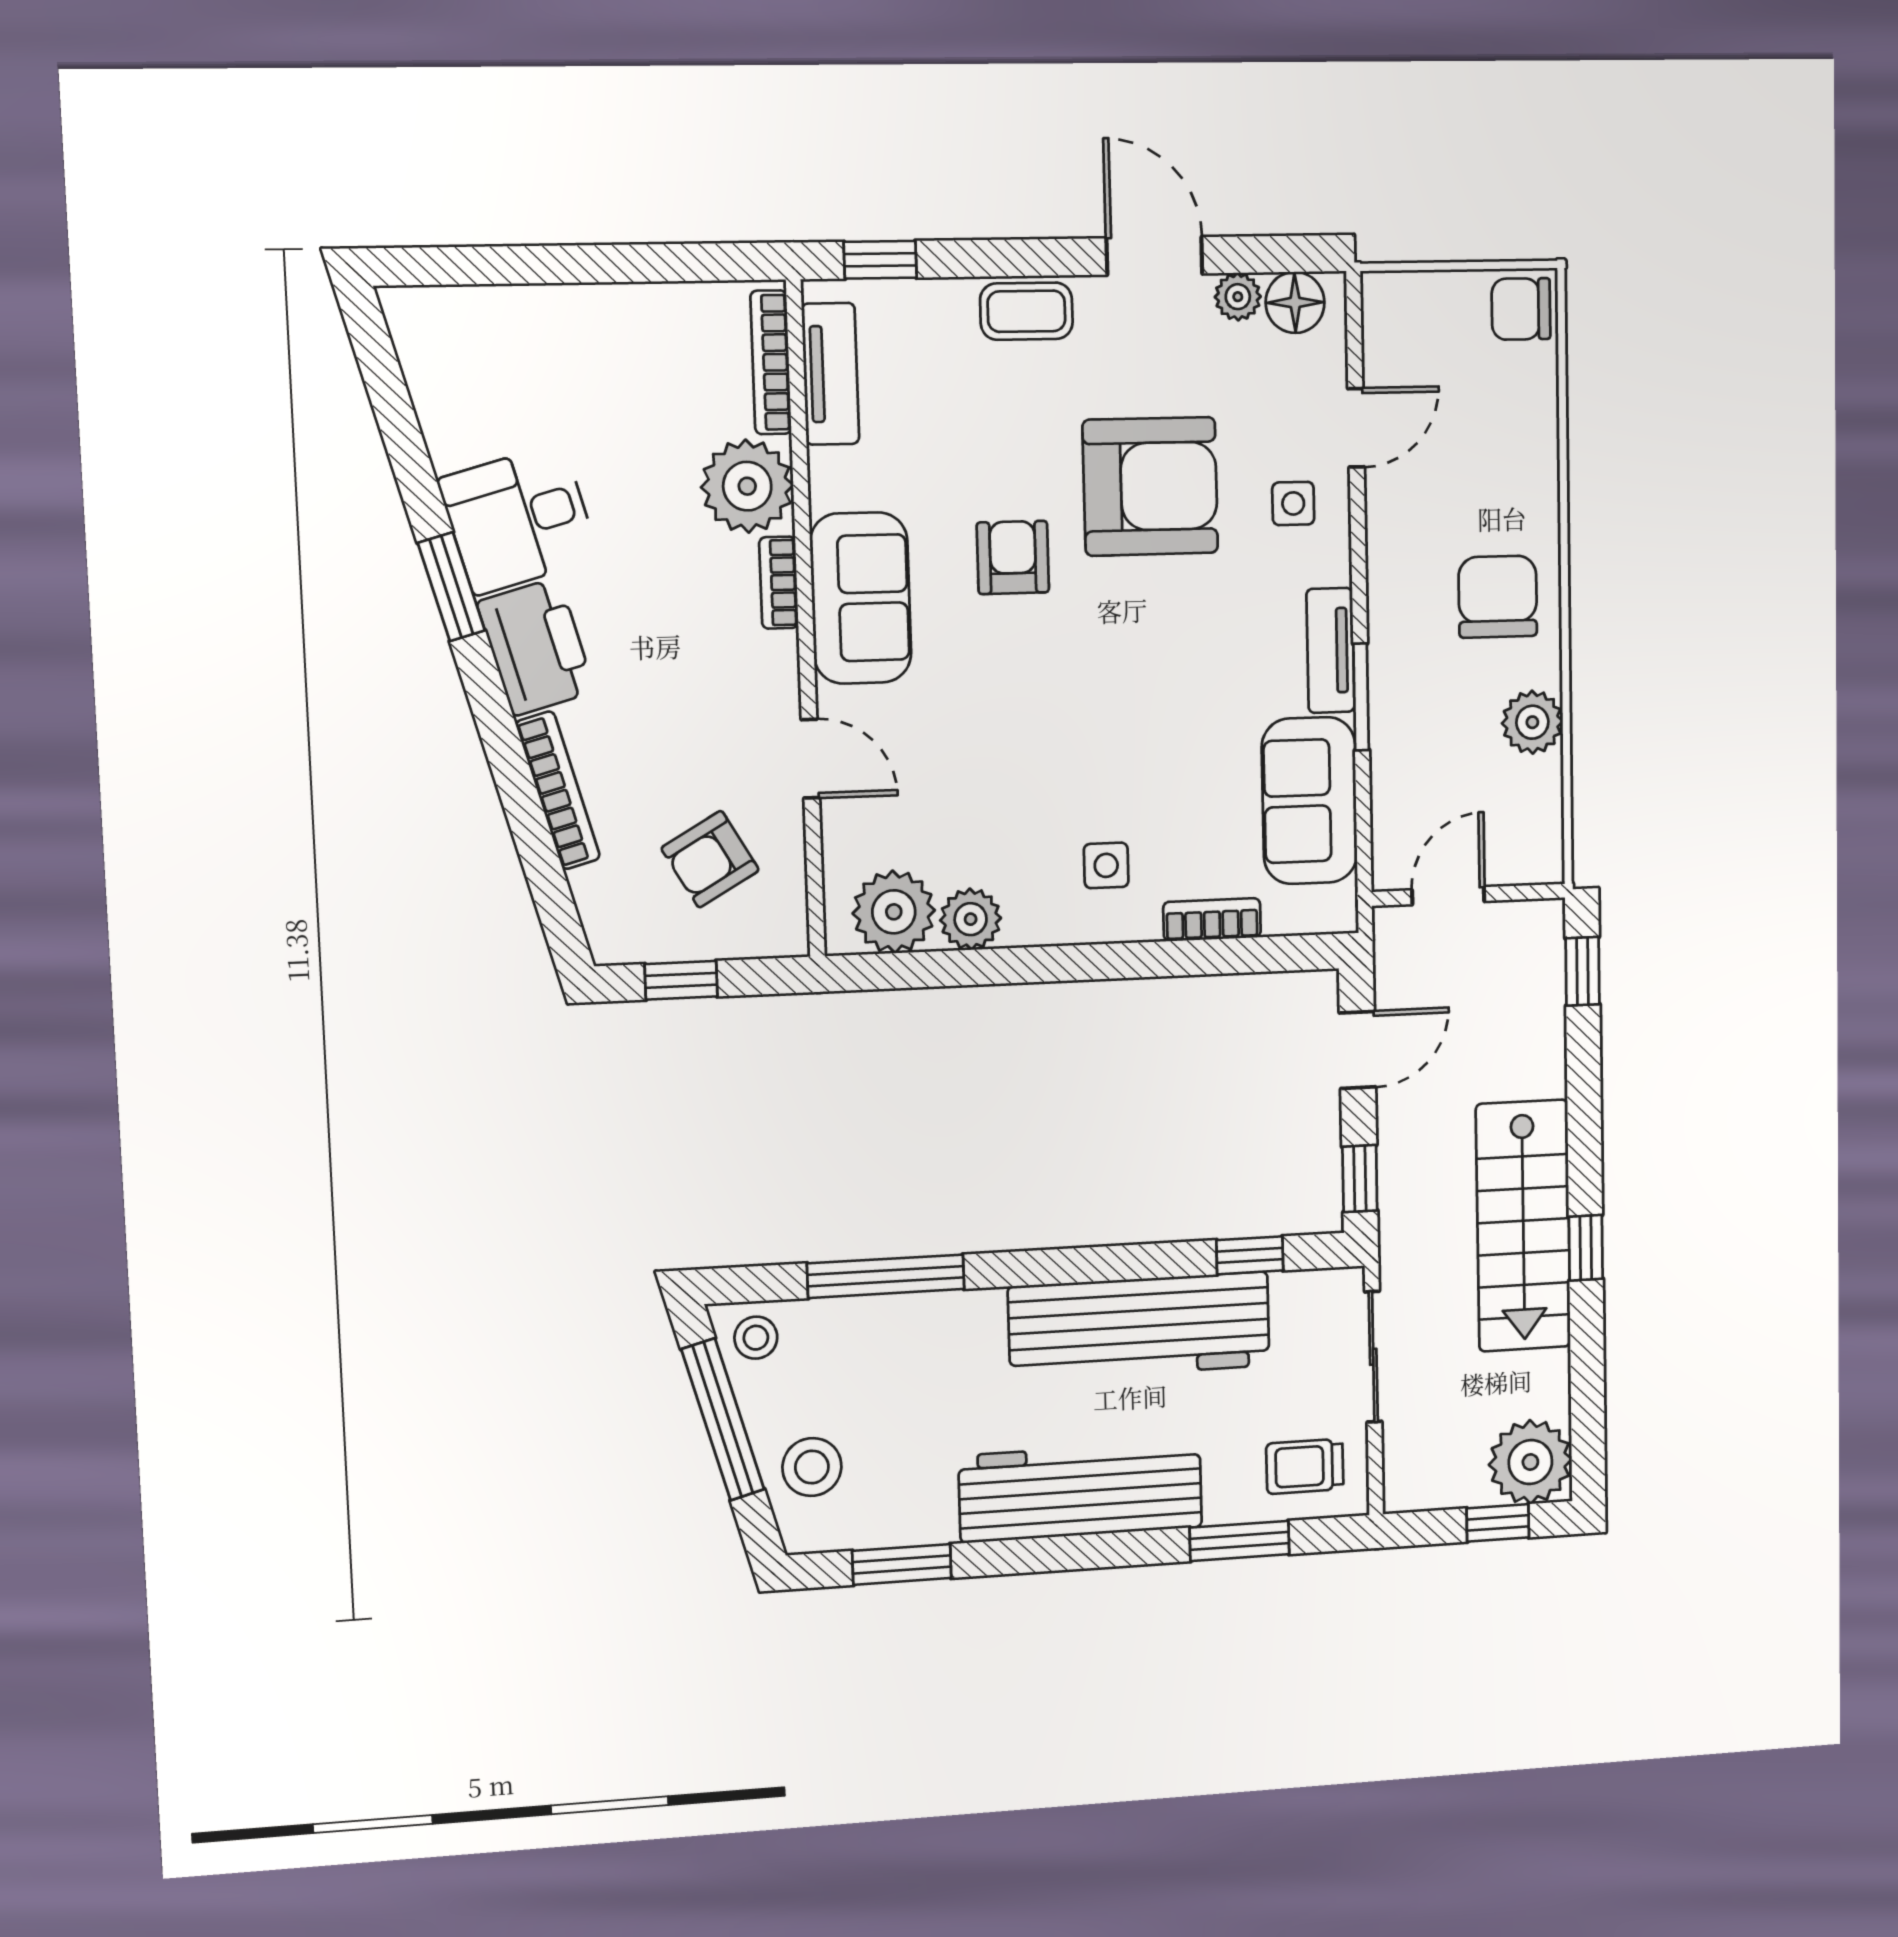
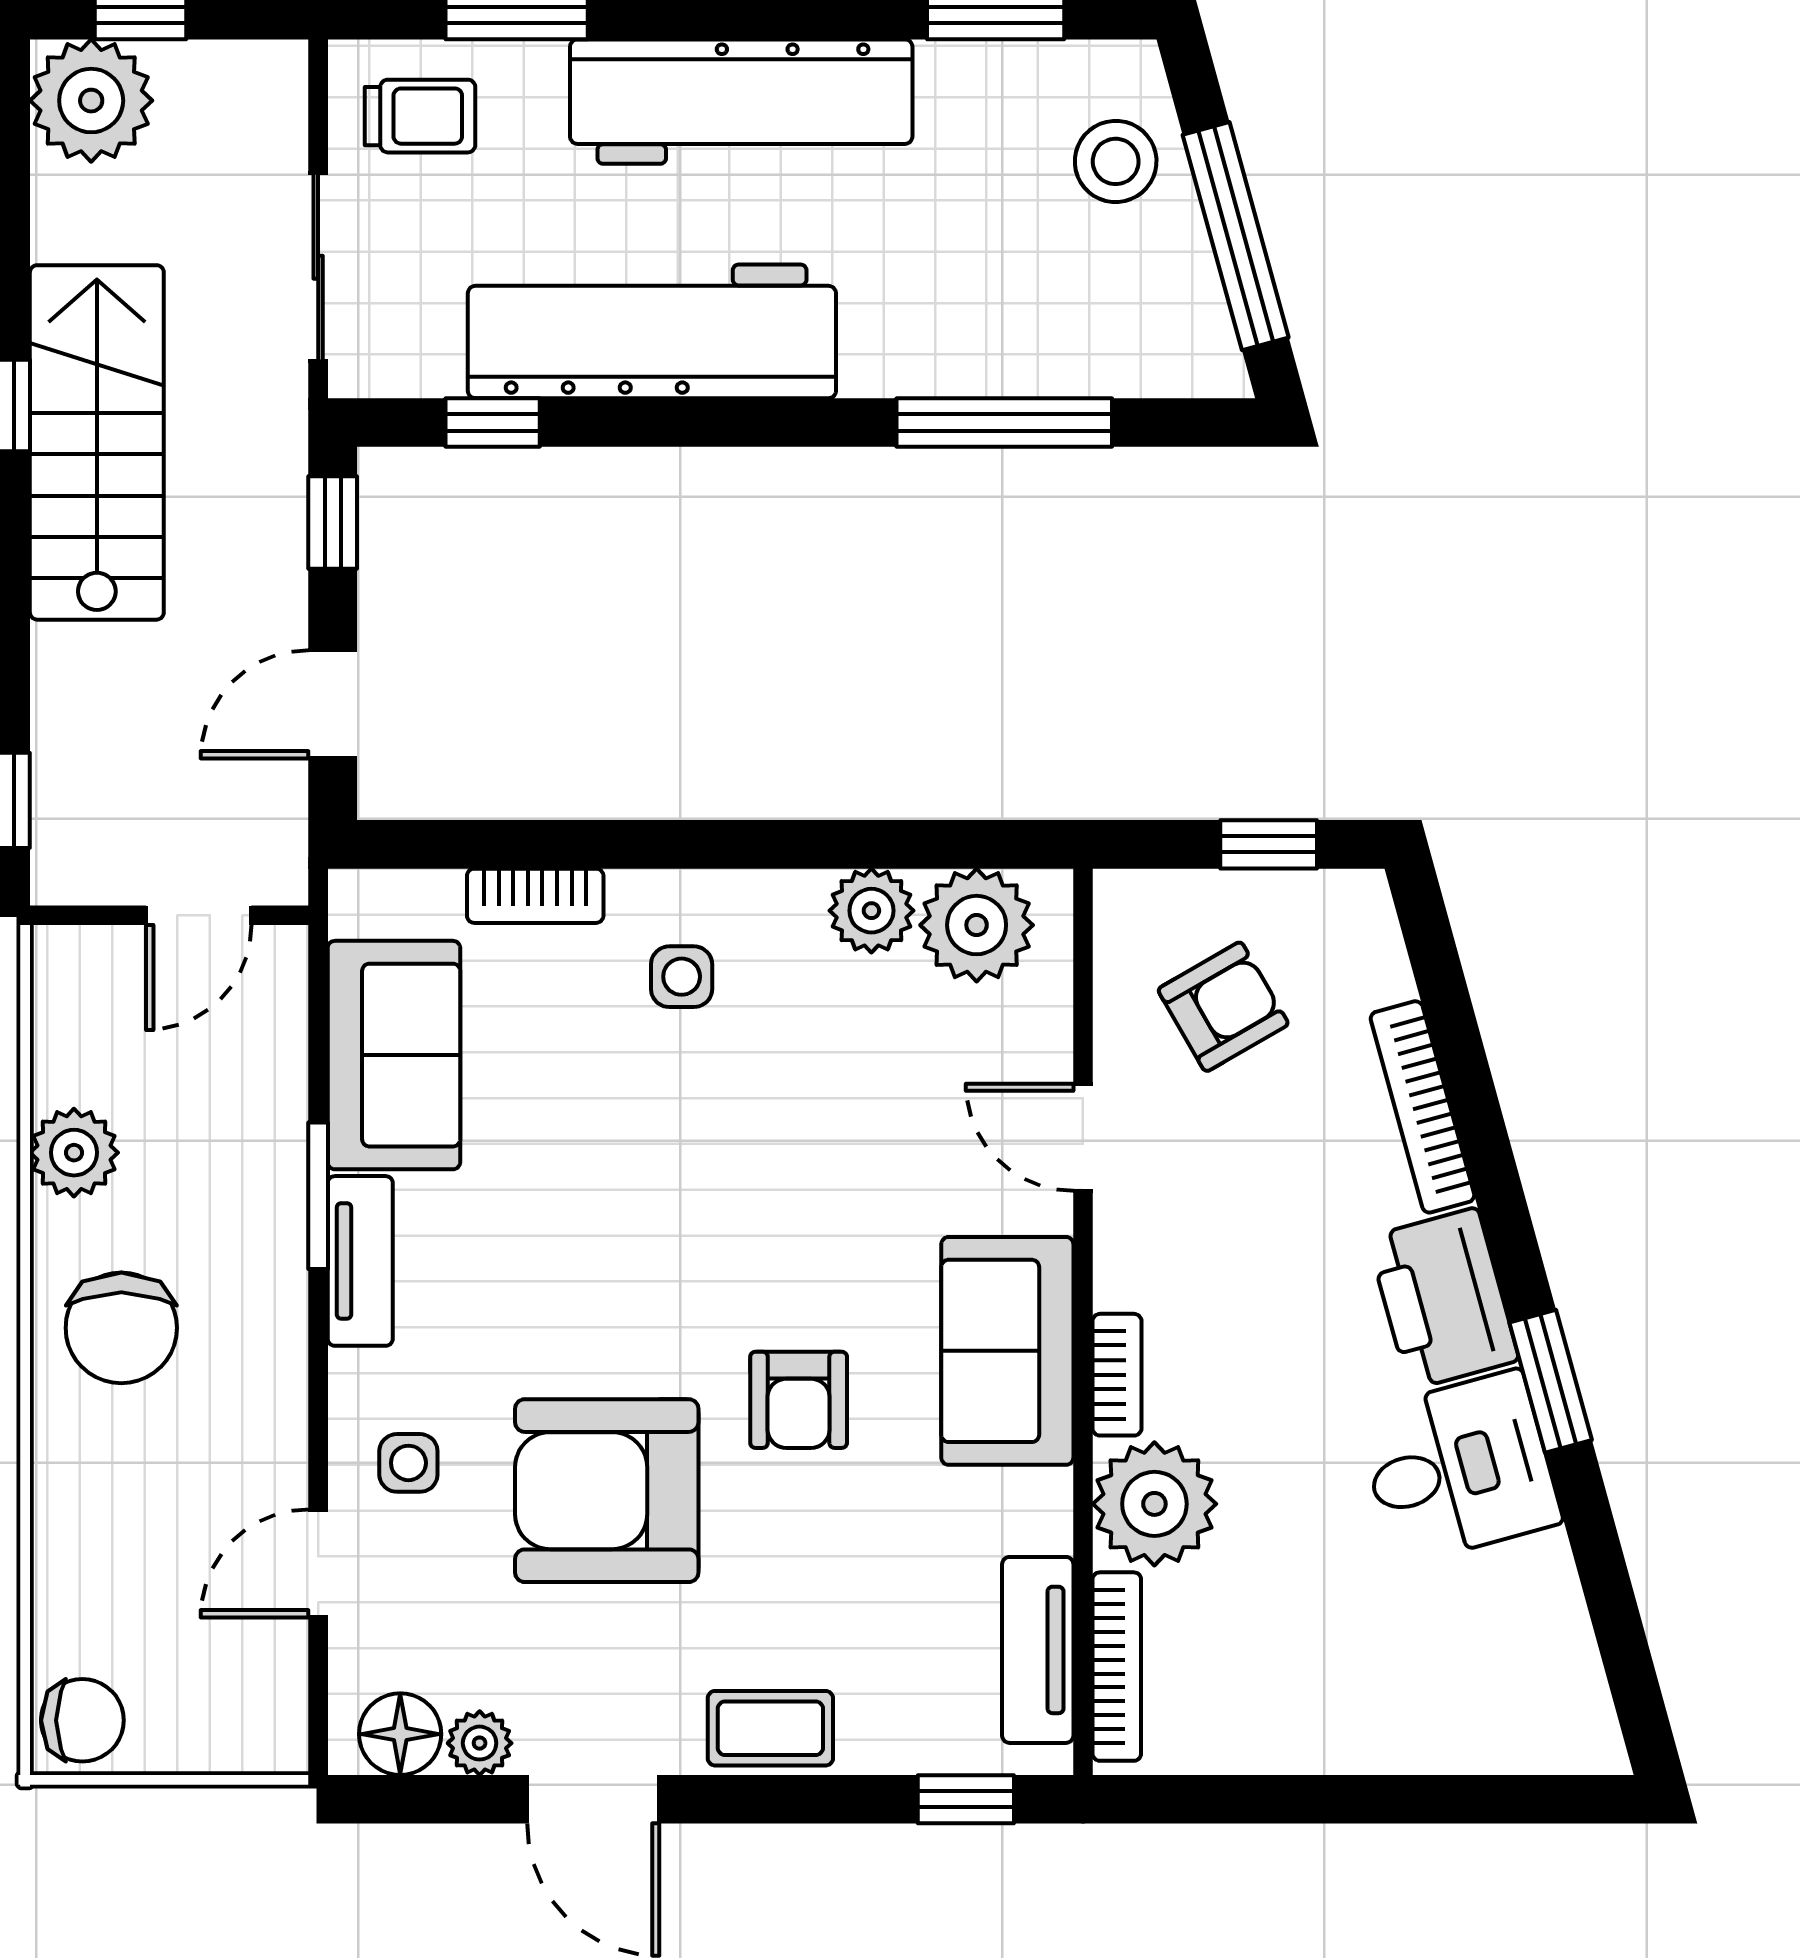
stool: (756, 1338) -> (1186, 347), removed

